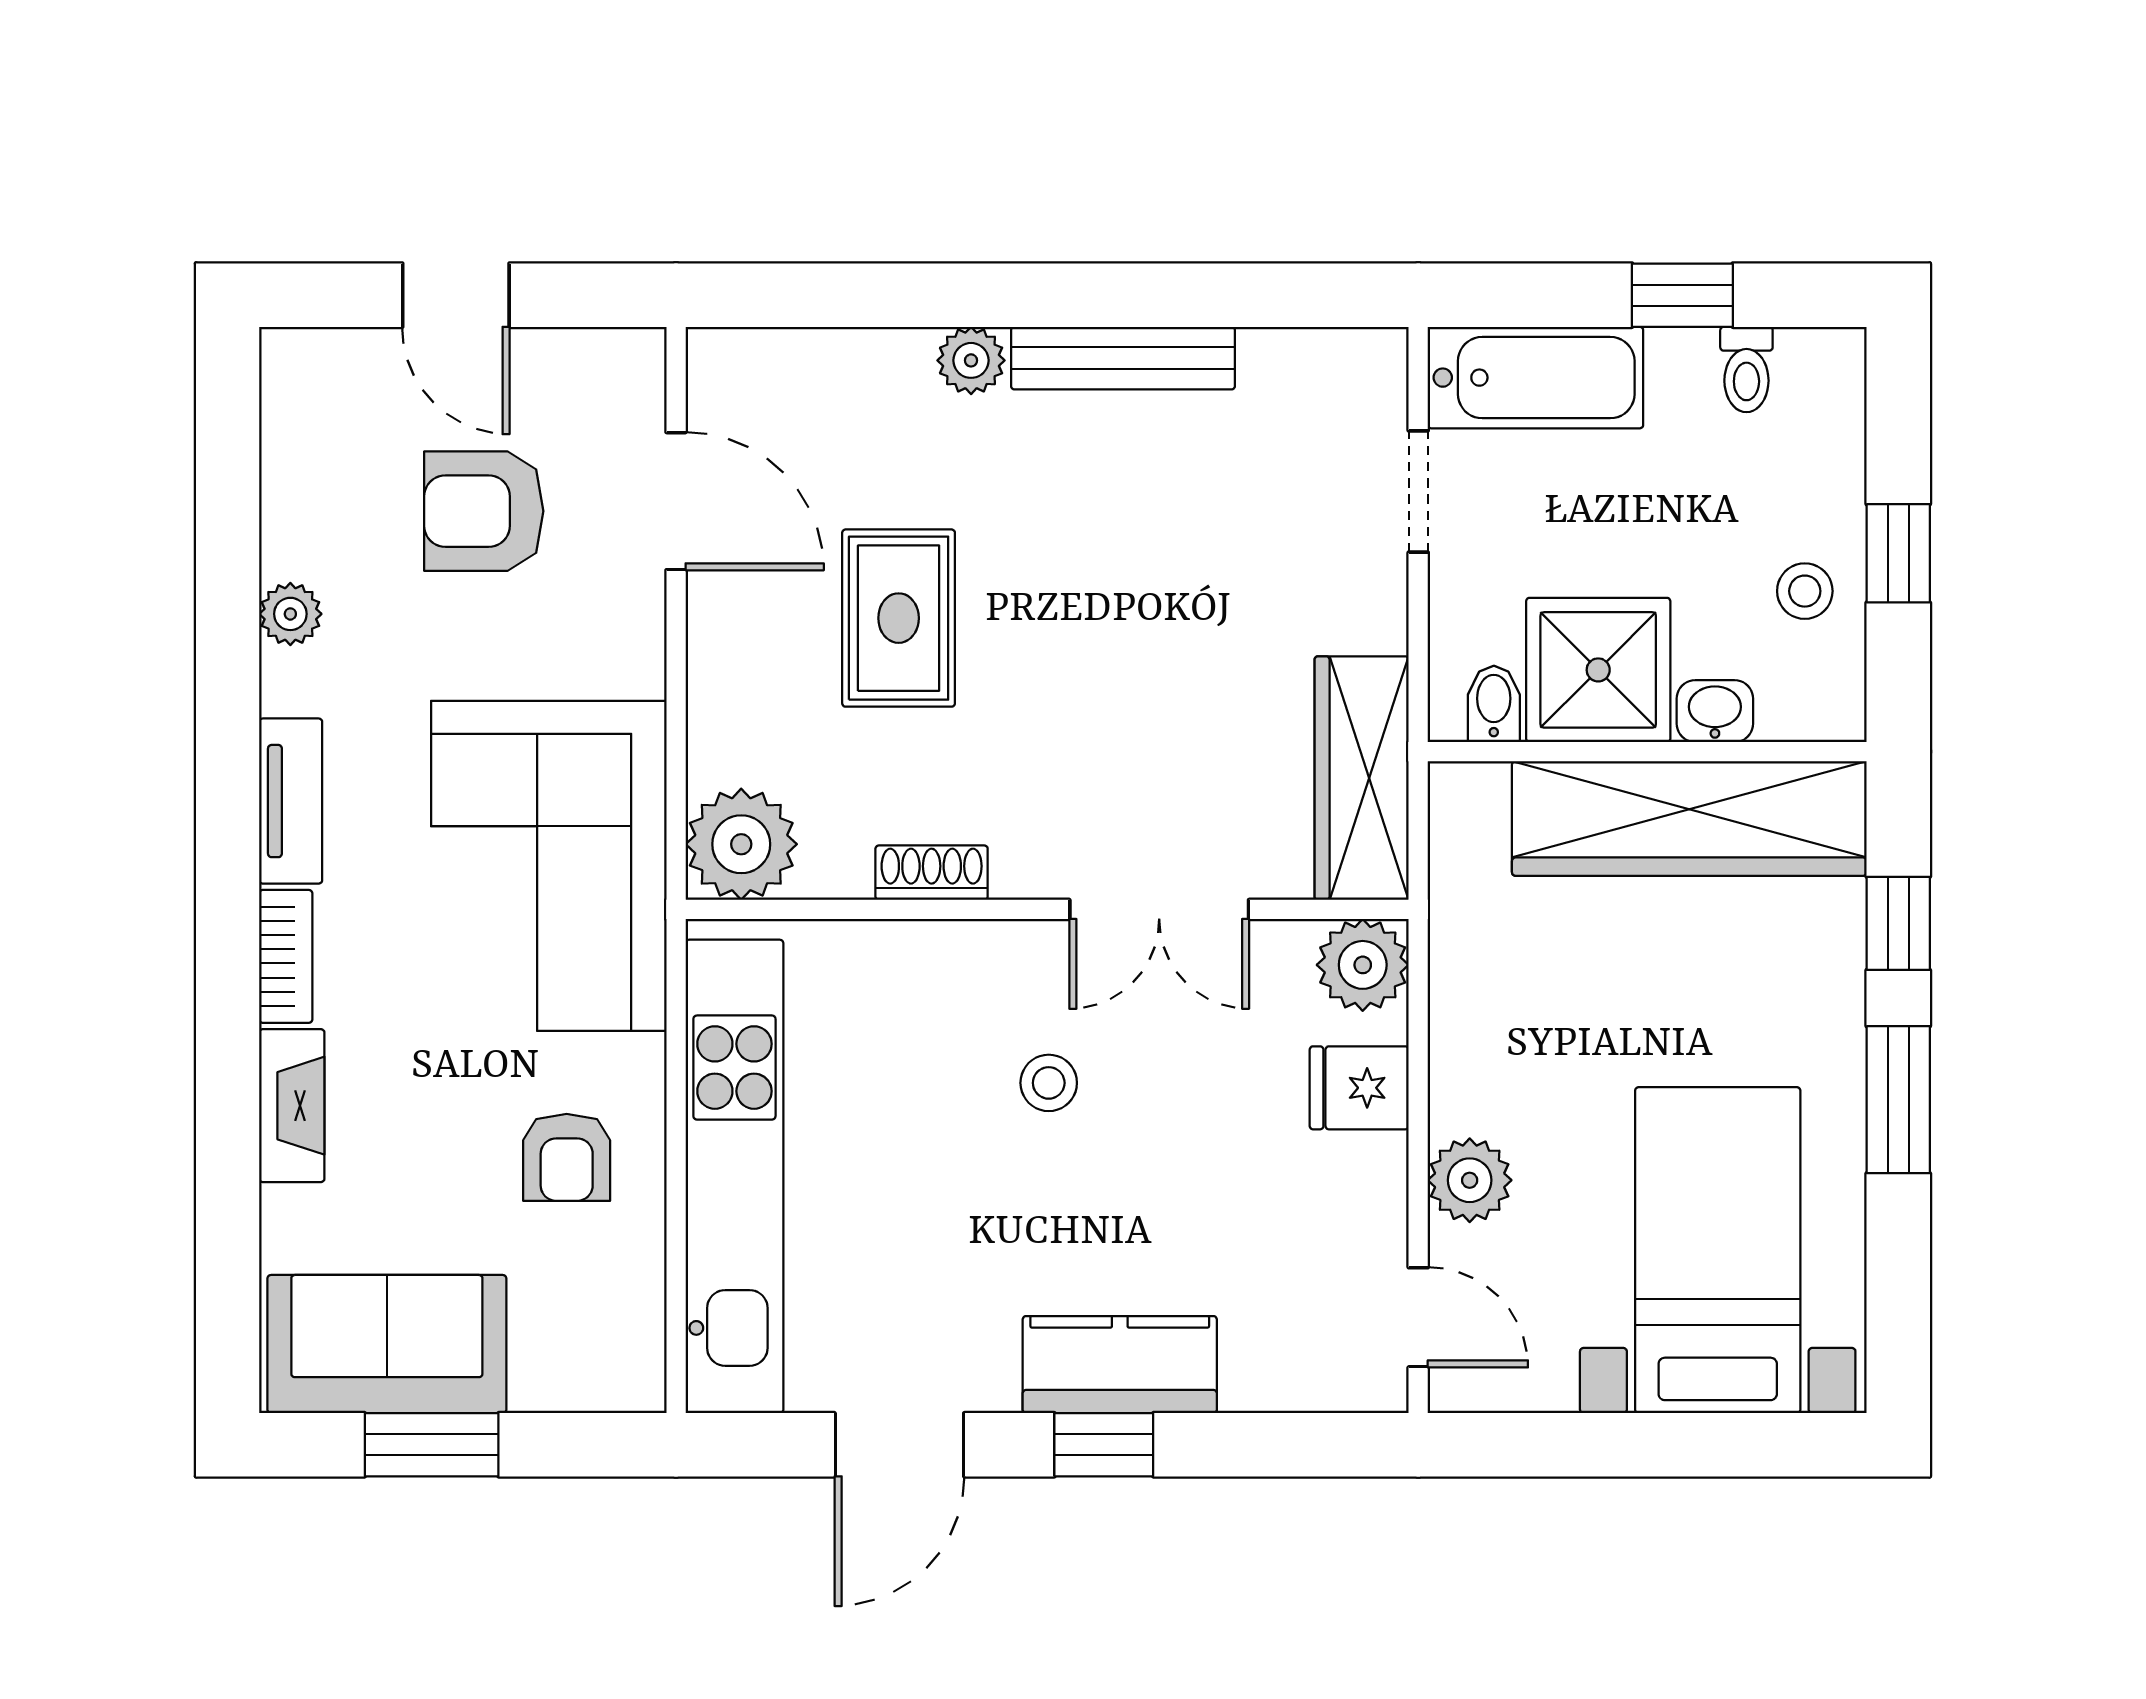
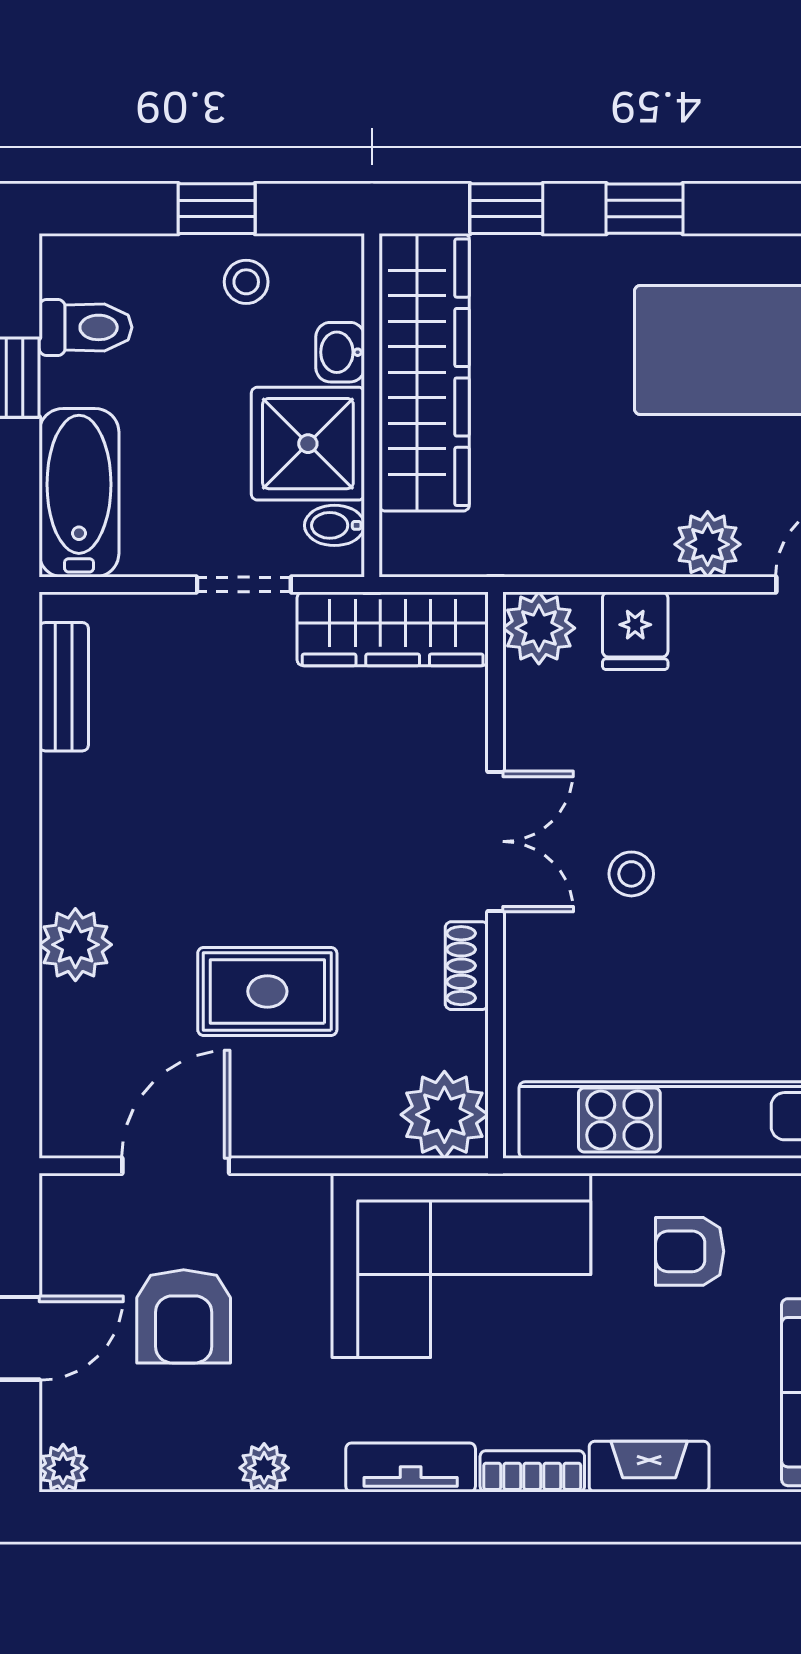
plant: (290, 357) -> (63, 1468), added
bench: (1123, 358) -> (64, 687), moved, width x0.73
plant: (971, 360) -> (75, 945), width x1.38, depth x1.38
toilet: (1746, 369) -> (86, 327), width x1.37, depth x1.39
doorway: (1418, 492) -> (244, 585), moved
double door: (1159, 909) -> (495, 841), moved
window: (1898, 1100) -> (644, 209), width x0.67
armchair: (567, 1157) -> (690, 1251), turned 180

